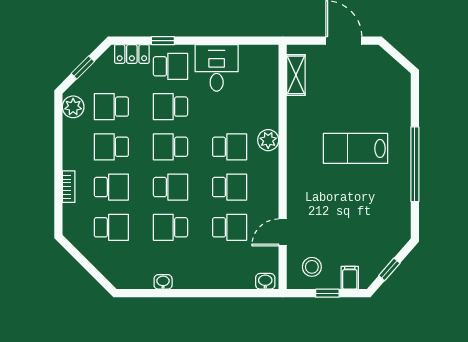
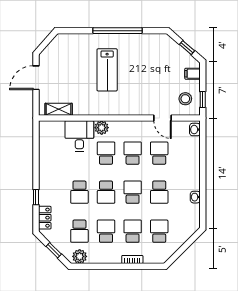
school desk: (170, 66) -> (53, 192), removed
desk: (217, 68) -> (79, 136), moved, turned 90
school desk: (111, 147) -> (106, 231), turned 180
window: (327, 293) -> (203, 100), moved

